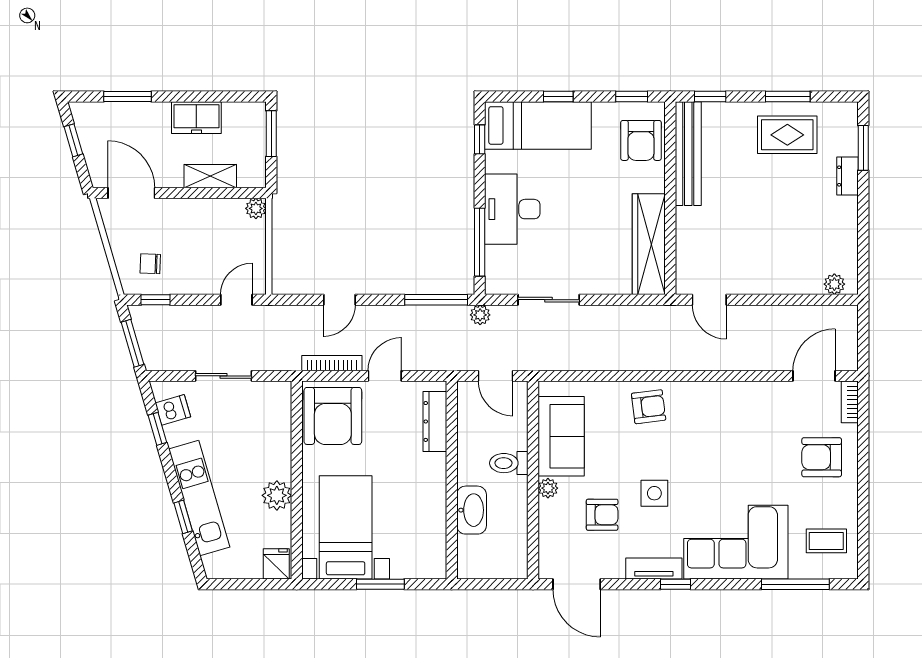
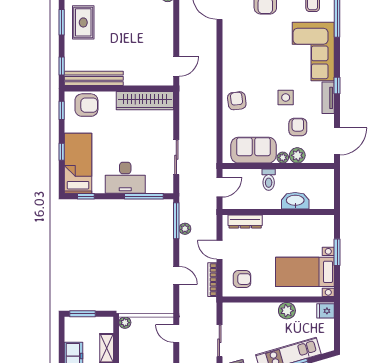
plant: (480, 315) -> (185, 229), moved
armchair: (333, 416) -> (242, 279), width x0.53, depth x0.53
plant: (552, 514) -> (297, 155), added

